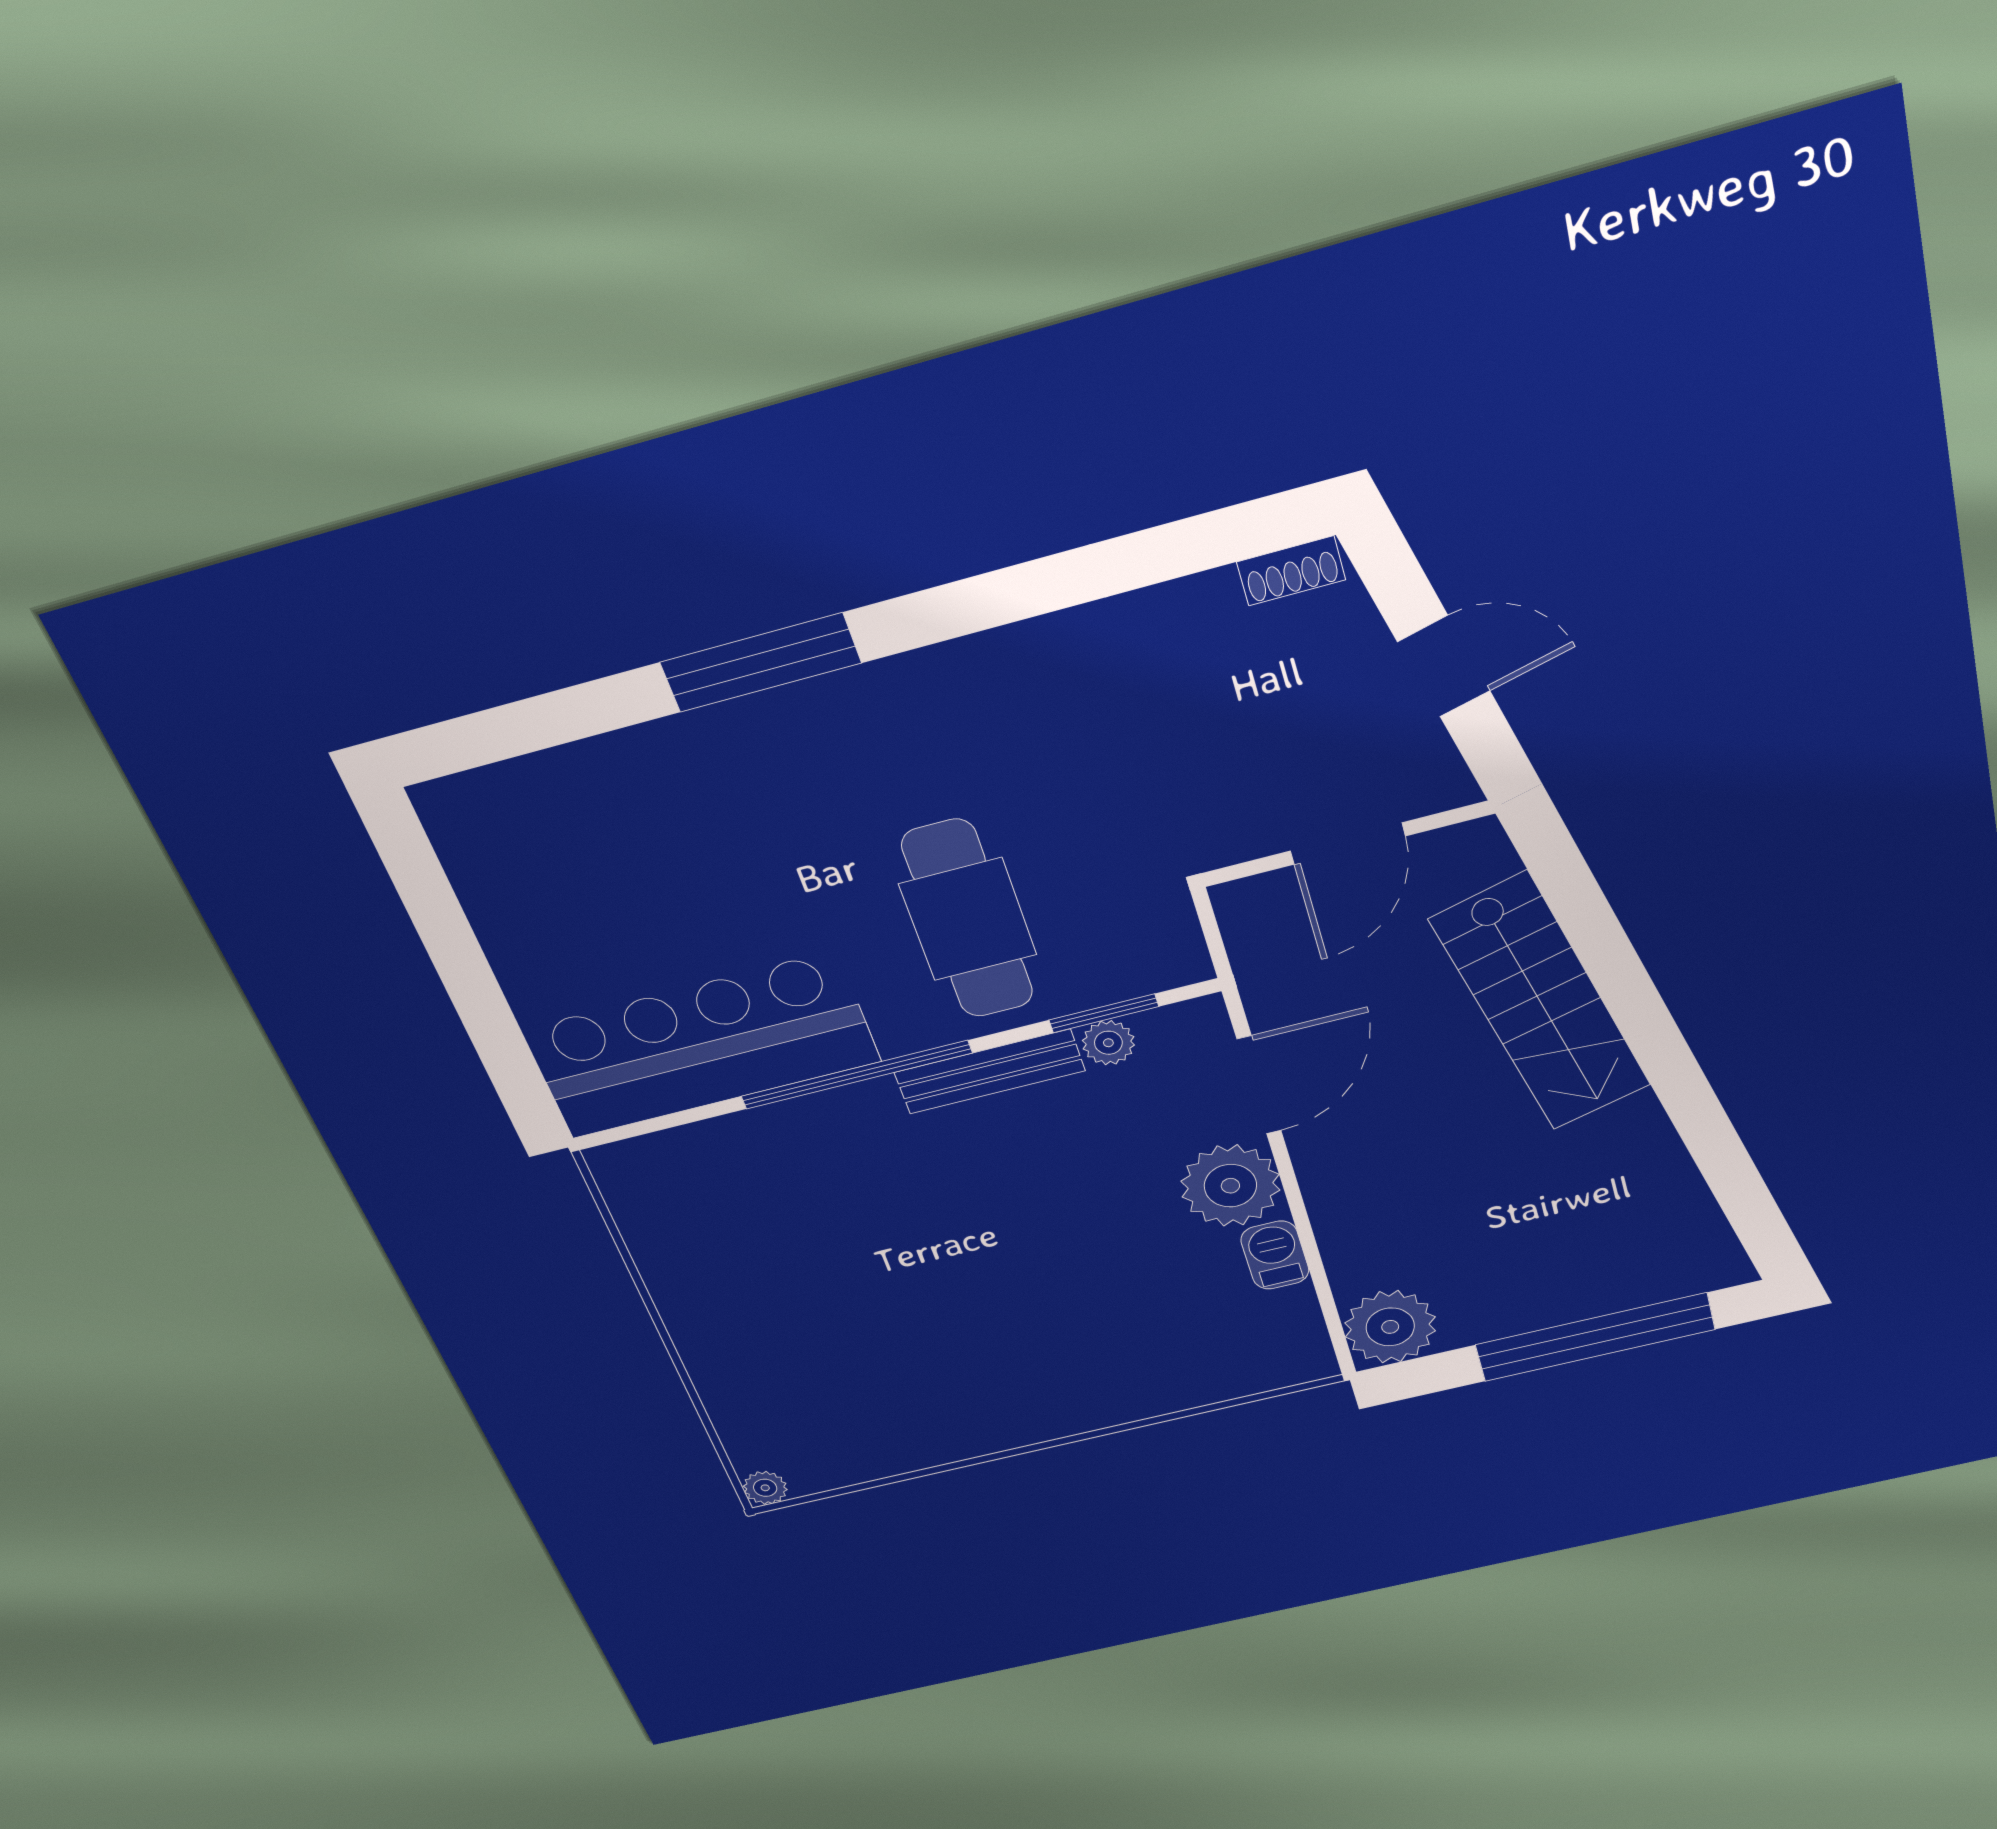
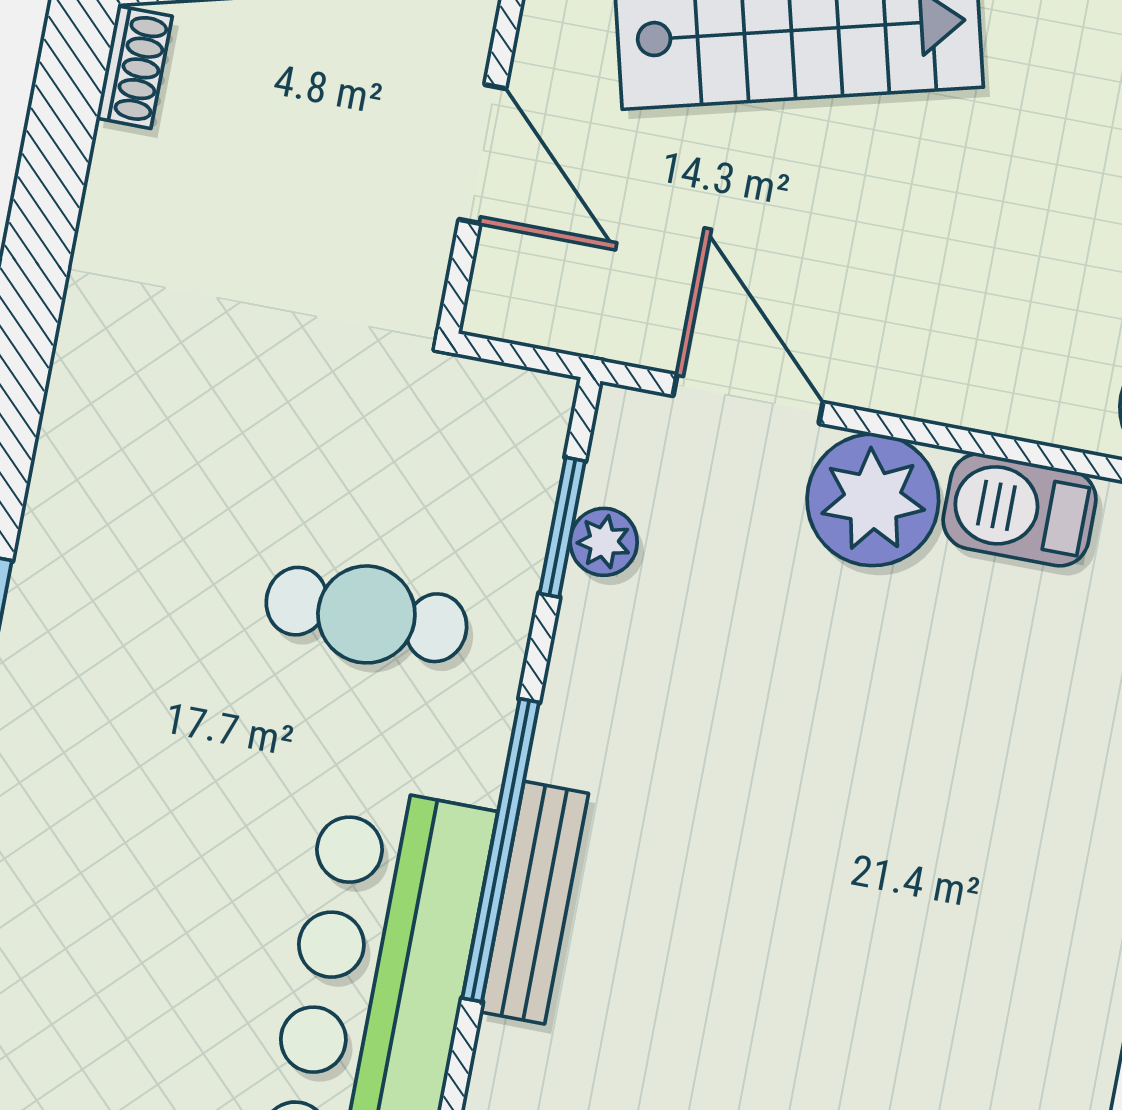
cafe table: (968, 919) -> (366, 614), width x0.73, depth x0.74
bench: (990, 1072) -> (534, 903), moved
barbecue: (1275, 1255) -> (1020, 510), width x1.38, depth x1.27

